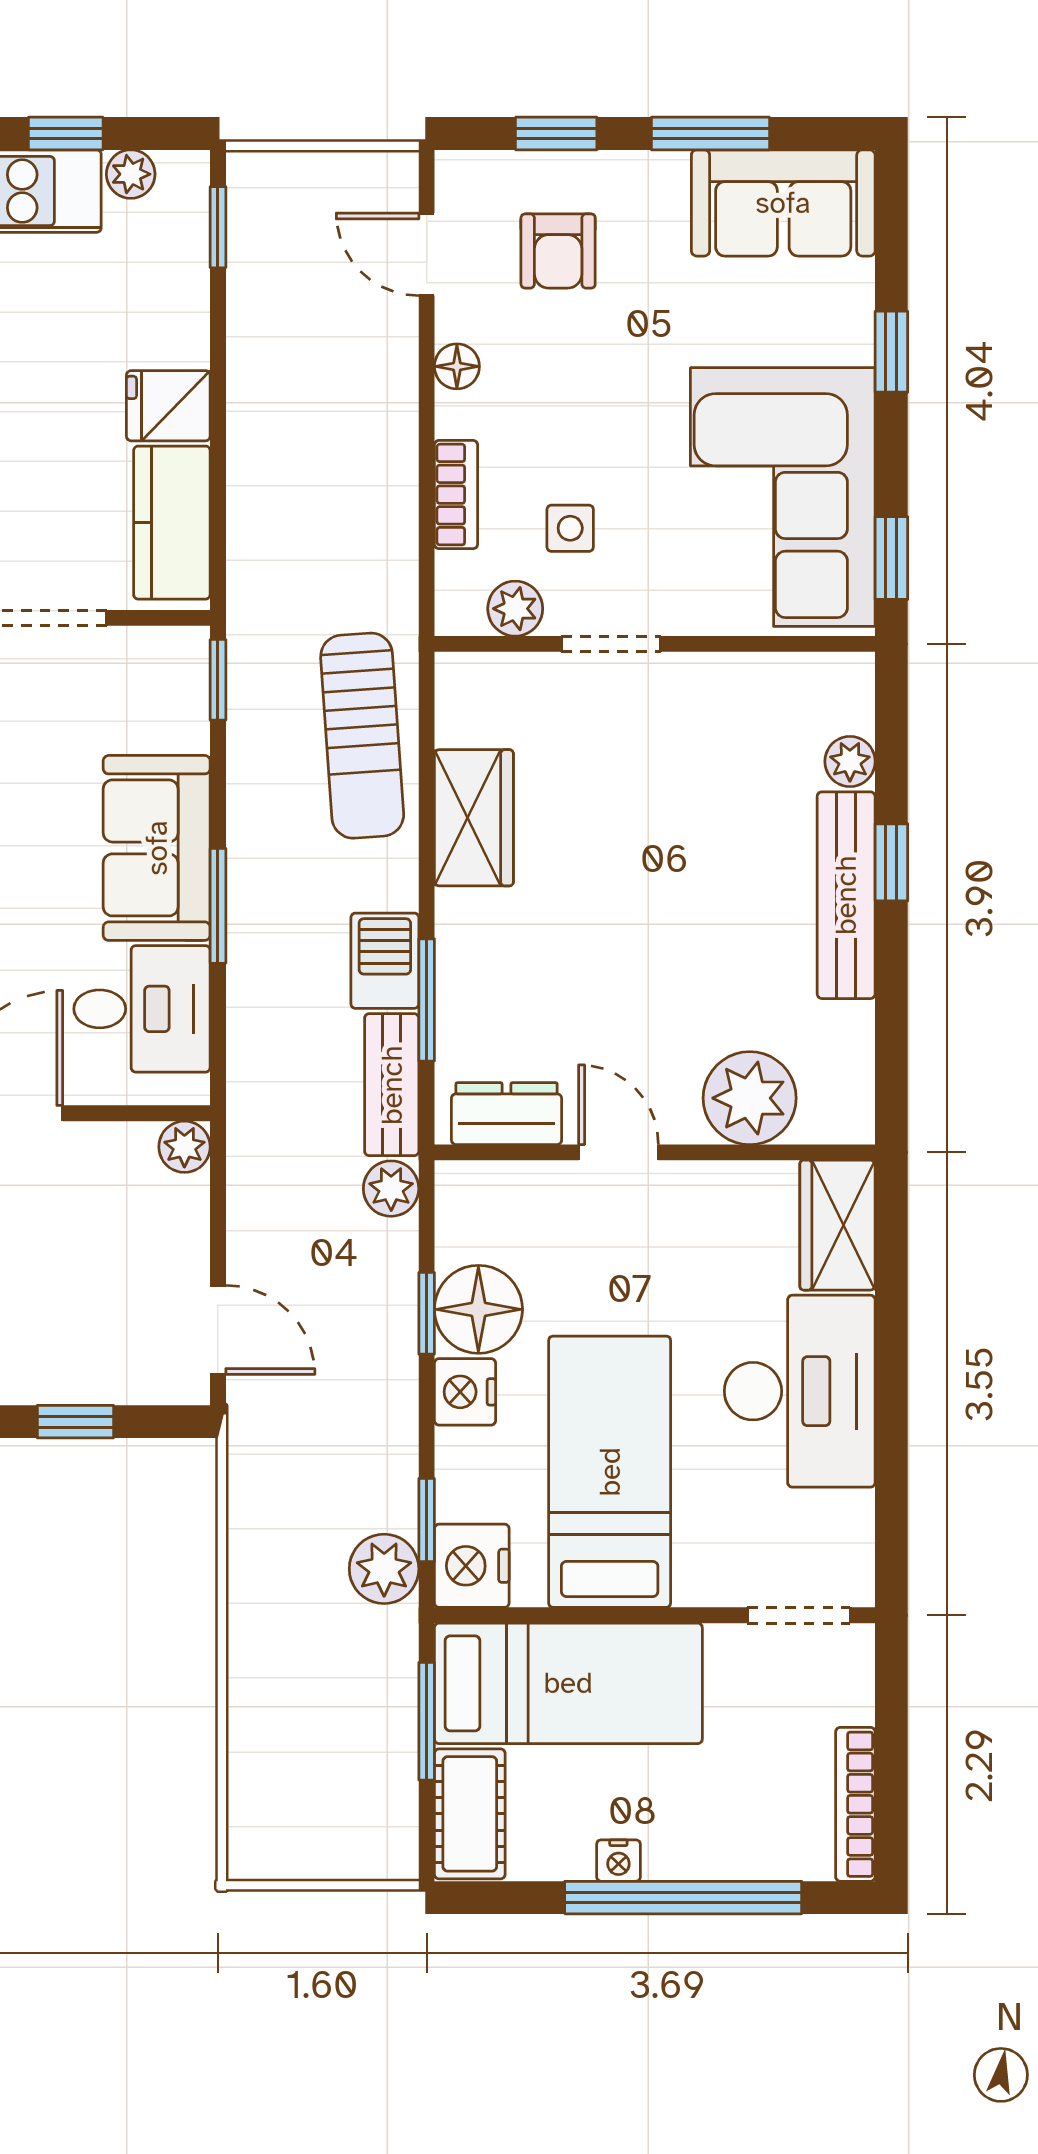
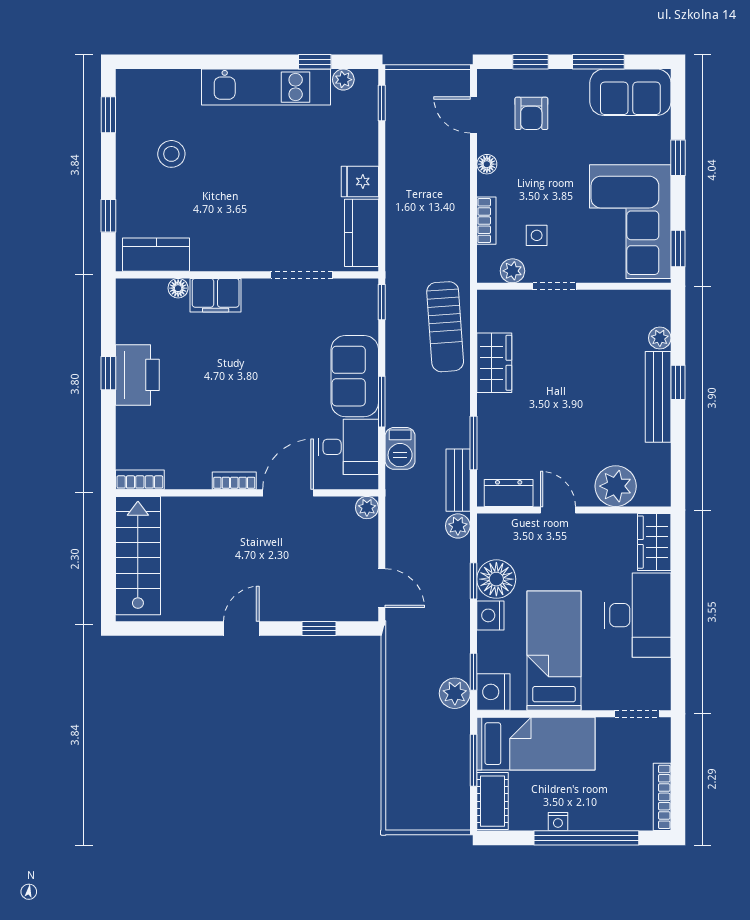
barbecue: (385, 961) -> (400, 448), moved, turned 180

